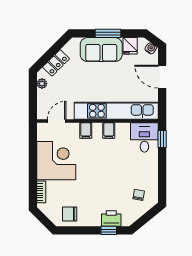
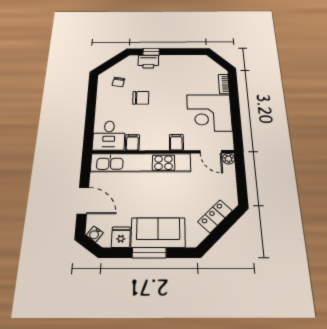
plant: (42, 84) -> (229, 159), moved
door: (57, 121) -> (211, 152), hinge flipped
filing cabinet: (109, 131) -> (132, 142), moved
window: (162, 139) -> (89, 134), removed
chair: (70, 214) -> (141, 98), moved

